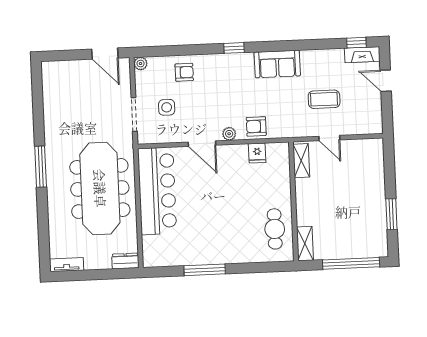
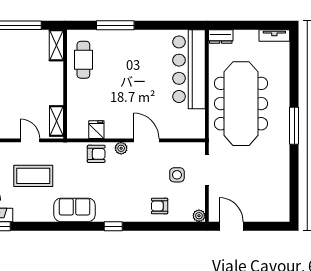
coffee table: (324, 99) -> (33, 176), width x1.36, depth x1.32
bar counter: (157, 191) -> (189, 69), moved
window: (205, 270) -> (115, 25), moved

